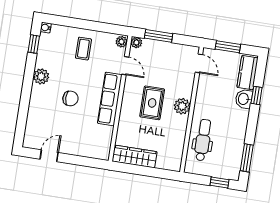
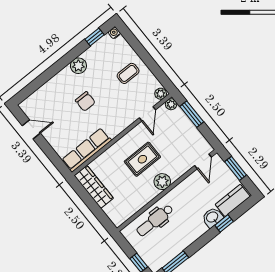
row of seats: (110, 99) -> (87, 150), moved
dental chair: (203, 140) -> (155, 220), turned 180

